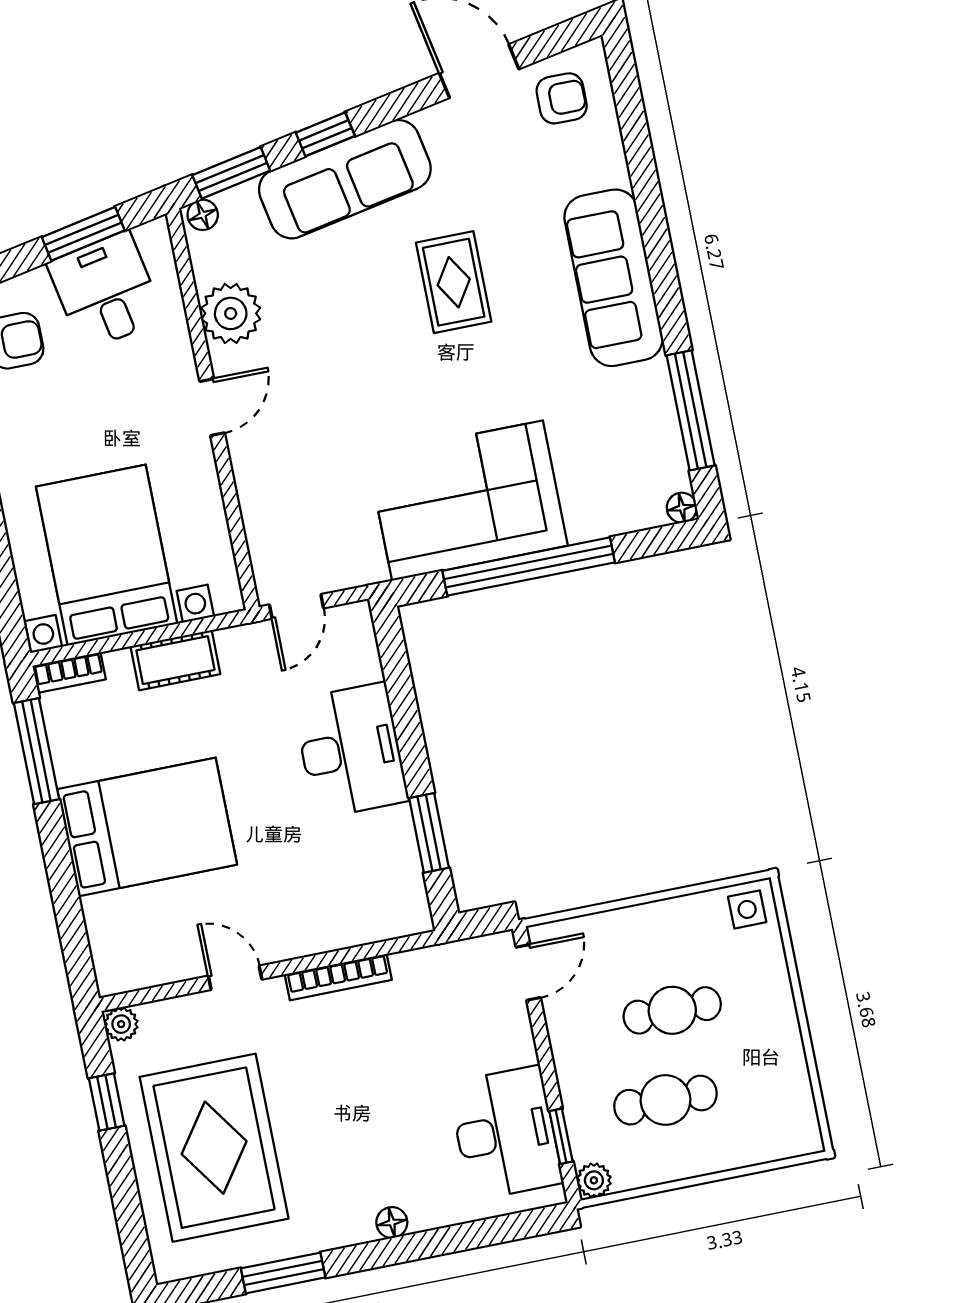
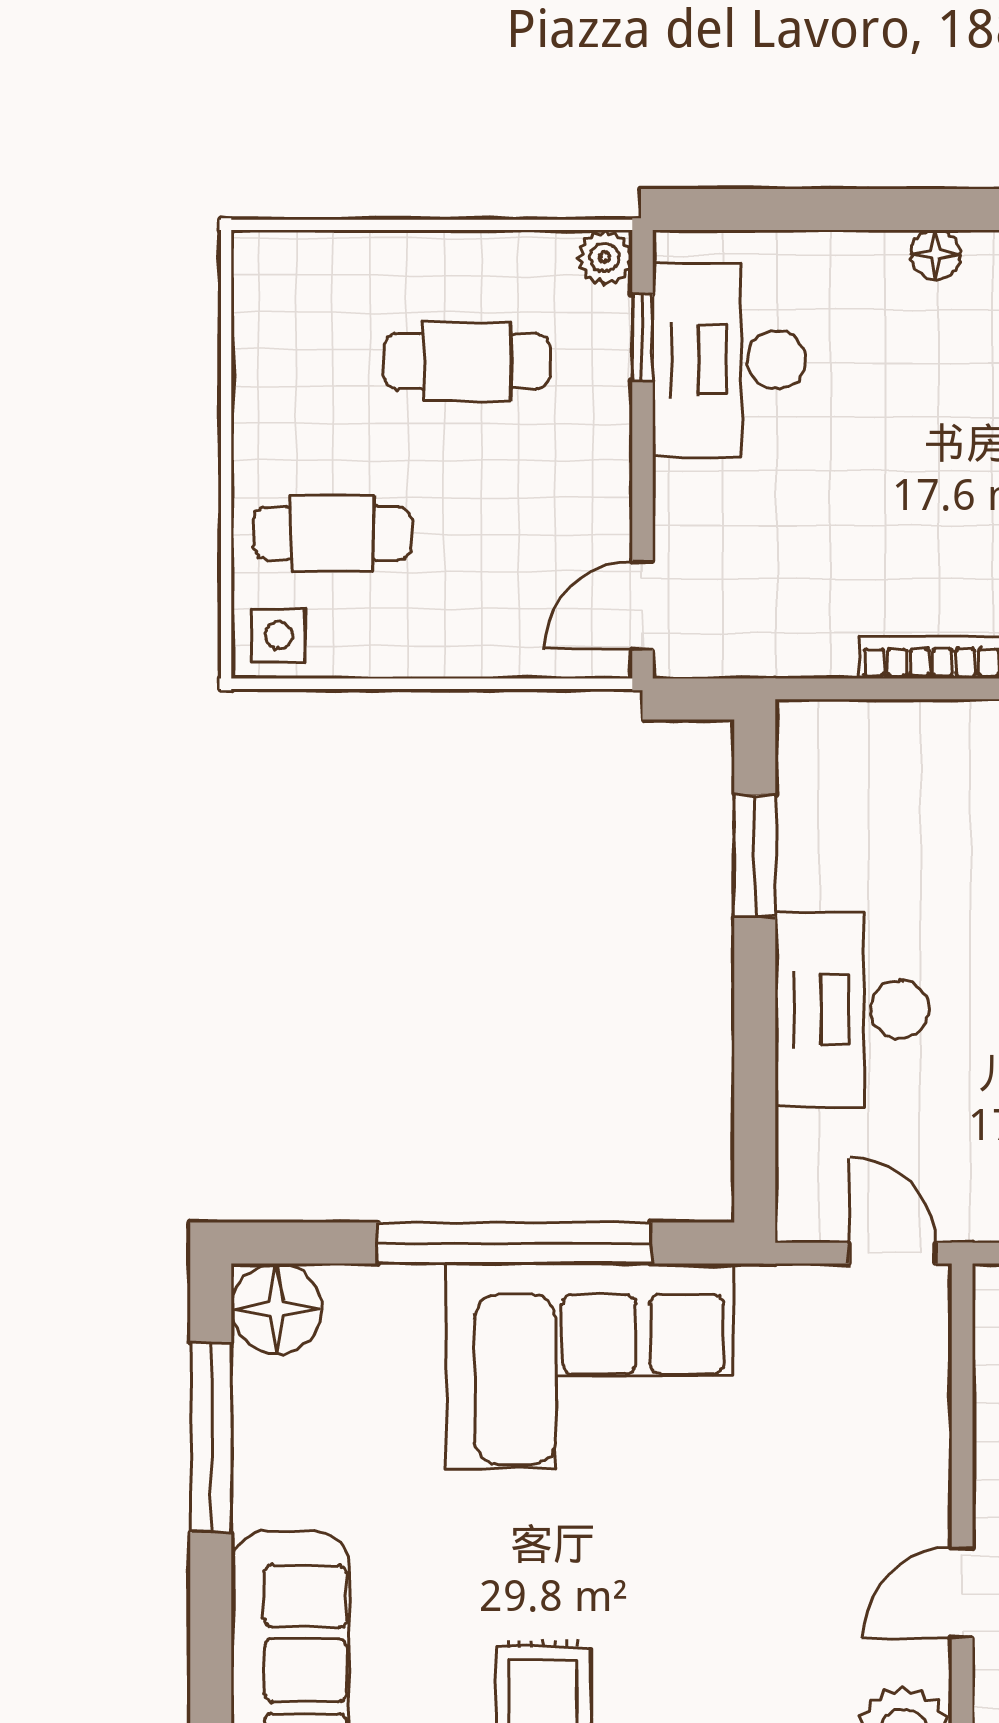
floor lamp: (682, 508) -> (277, 1309), width x1.89, depth x1.89
door: (296, 606) -> (892, 1253), hinge flipped
cafe table: (672, 1010) -> (332, 533), moved

